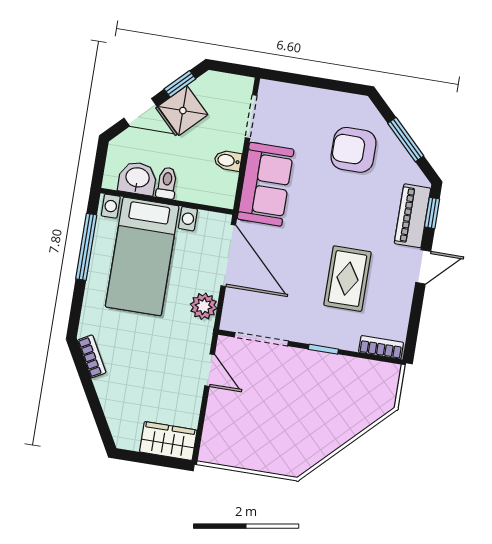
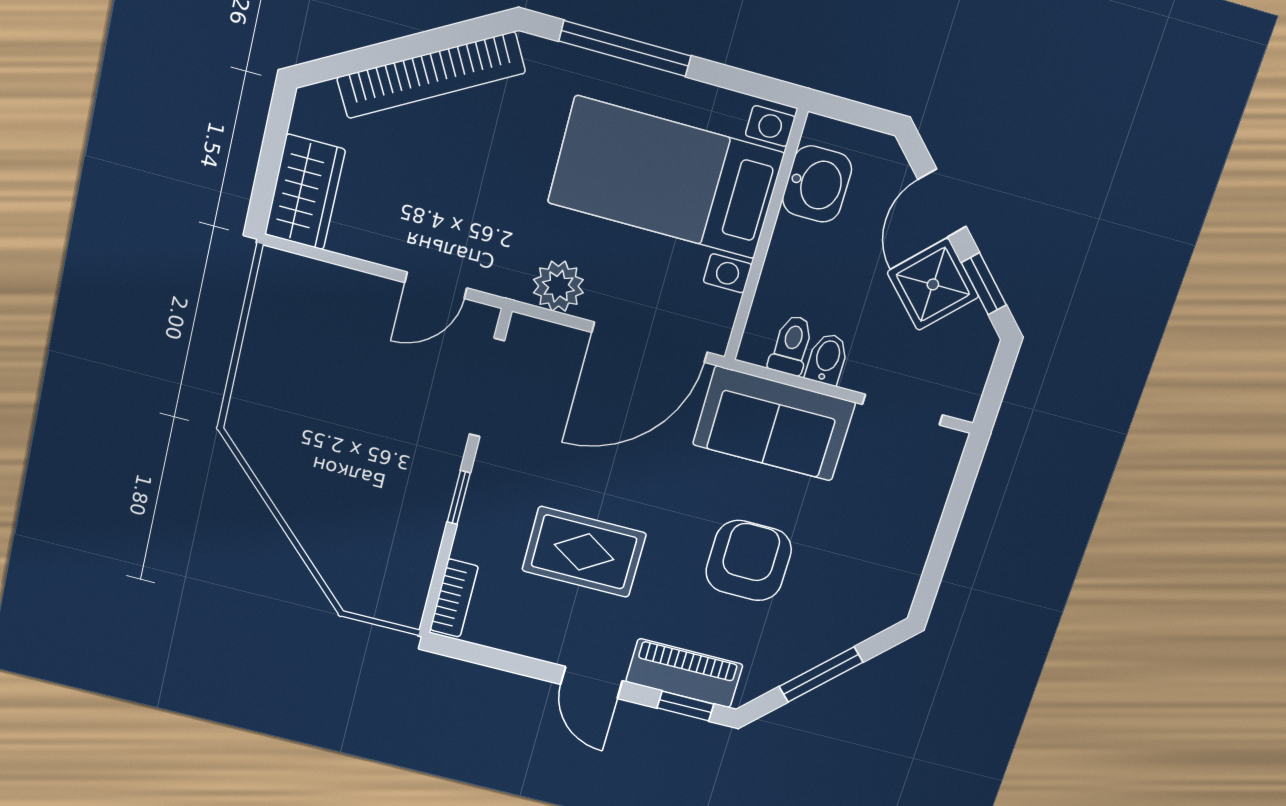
armchair: (354, 150) -> (749, 561), moved
toilet: (167, 183) -> (791, 345), moved, turned -90
window: (86, 247) -> (625, 48), moved
bookcase: (92, 356) -> (431, 75), width x2.31, depth x1.31

